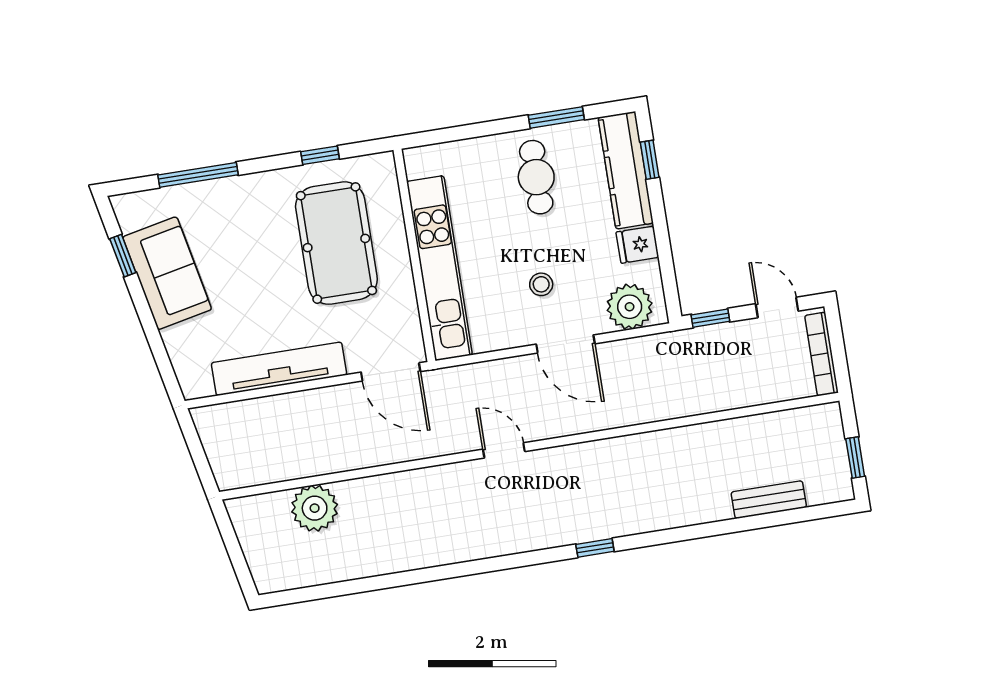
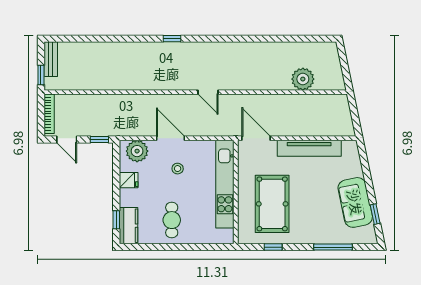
window: (556, 117) -> (158, 247), removed
kitchen counter: (626, 170) -> (128, 226), width x0.67
window: (855, 458) -> (41, 75), moved
bench: (769, 500) -> (51, 59), moved, turned 90

